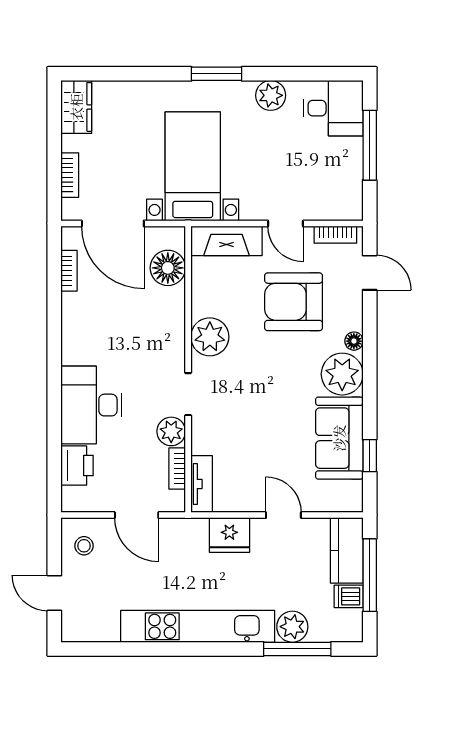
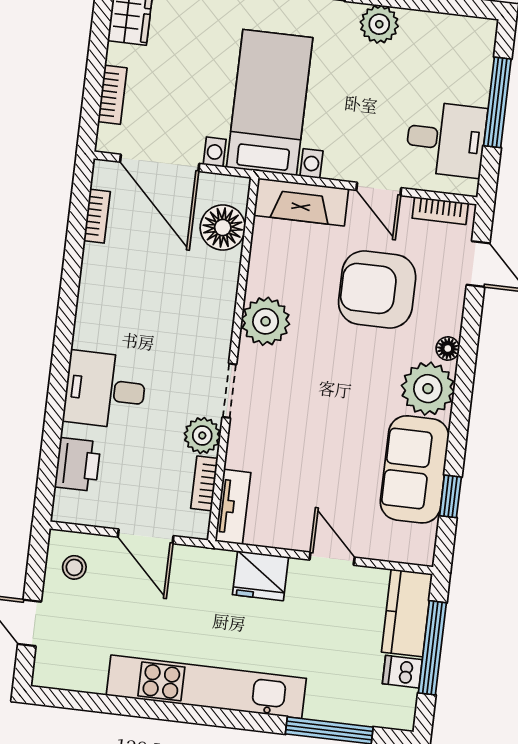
desk: (333, 108) -> (446, 139), moved
desk: (91, 405) -> (105, 390), width x0.73
plant: (292, 627) -> (326, 702), removed

